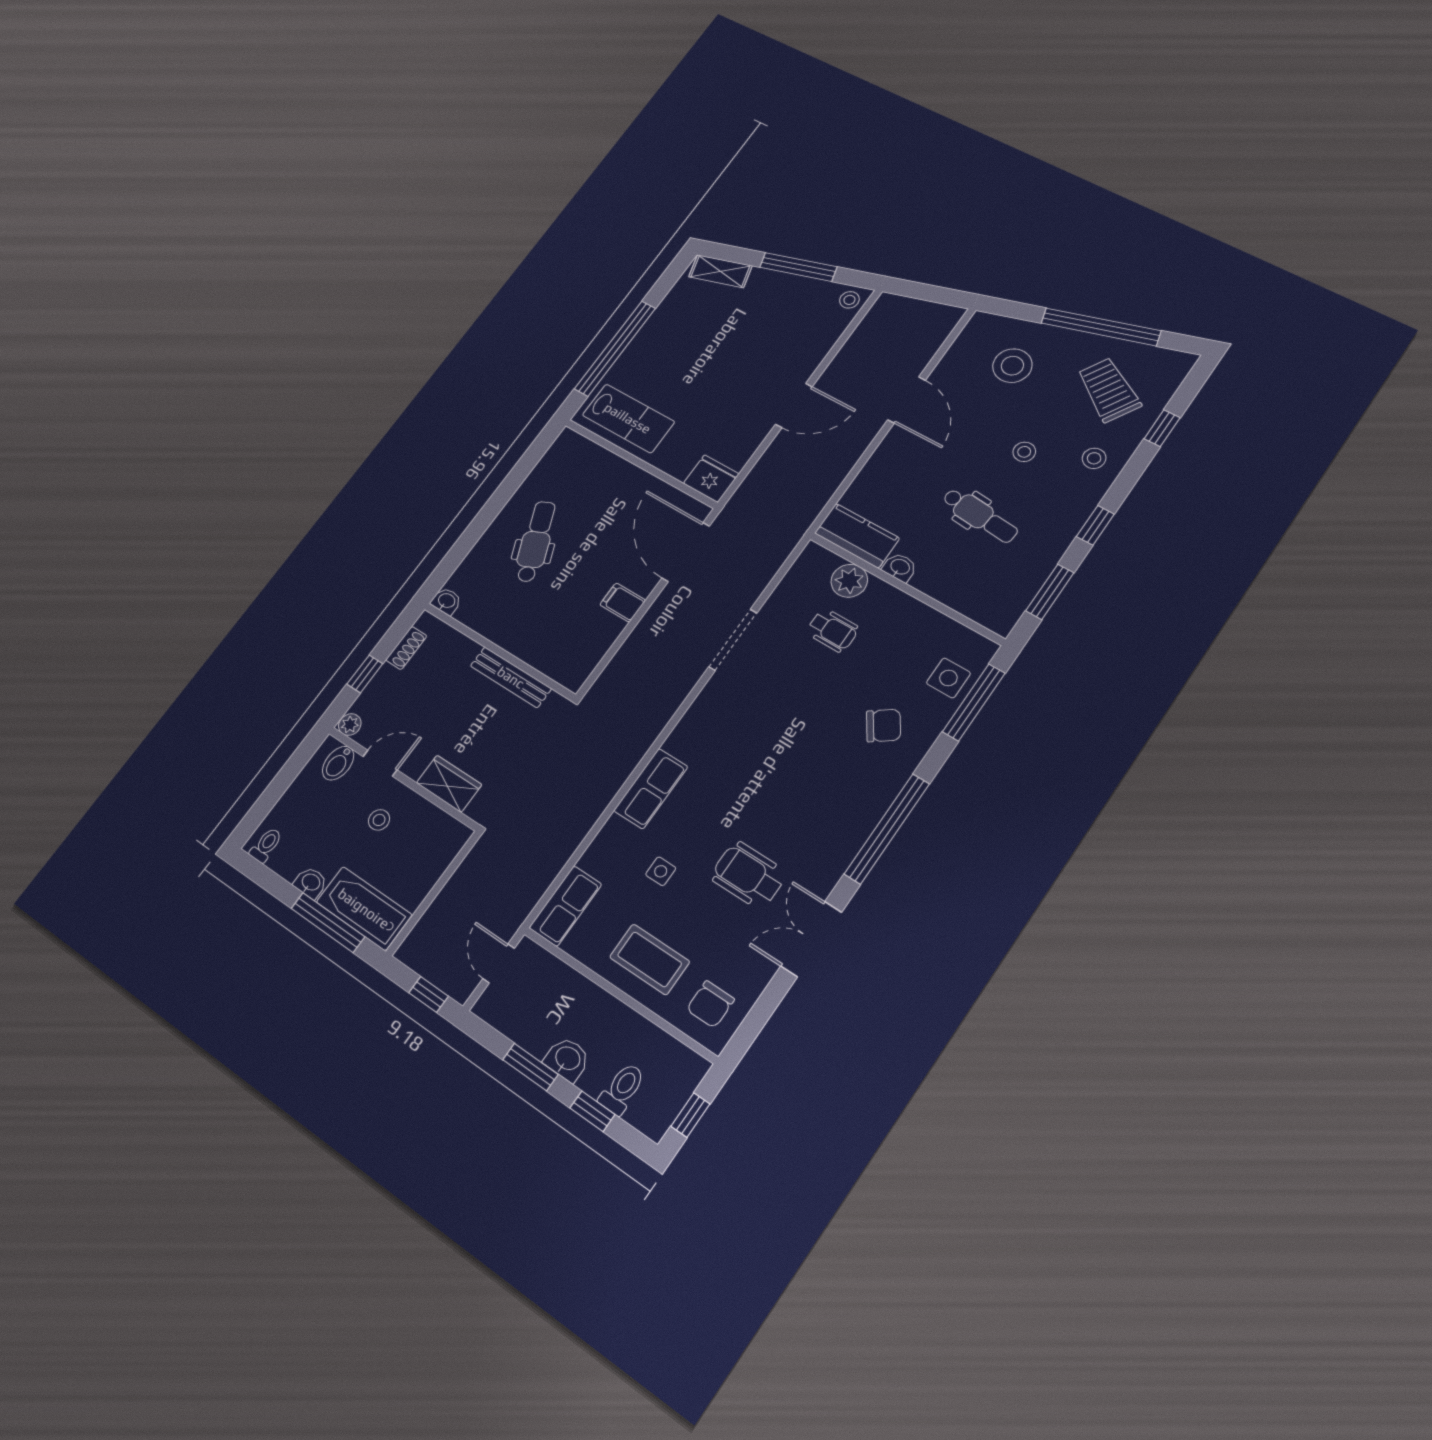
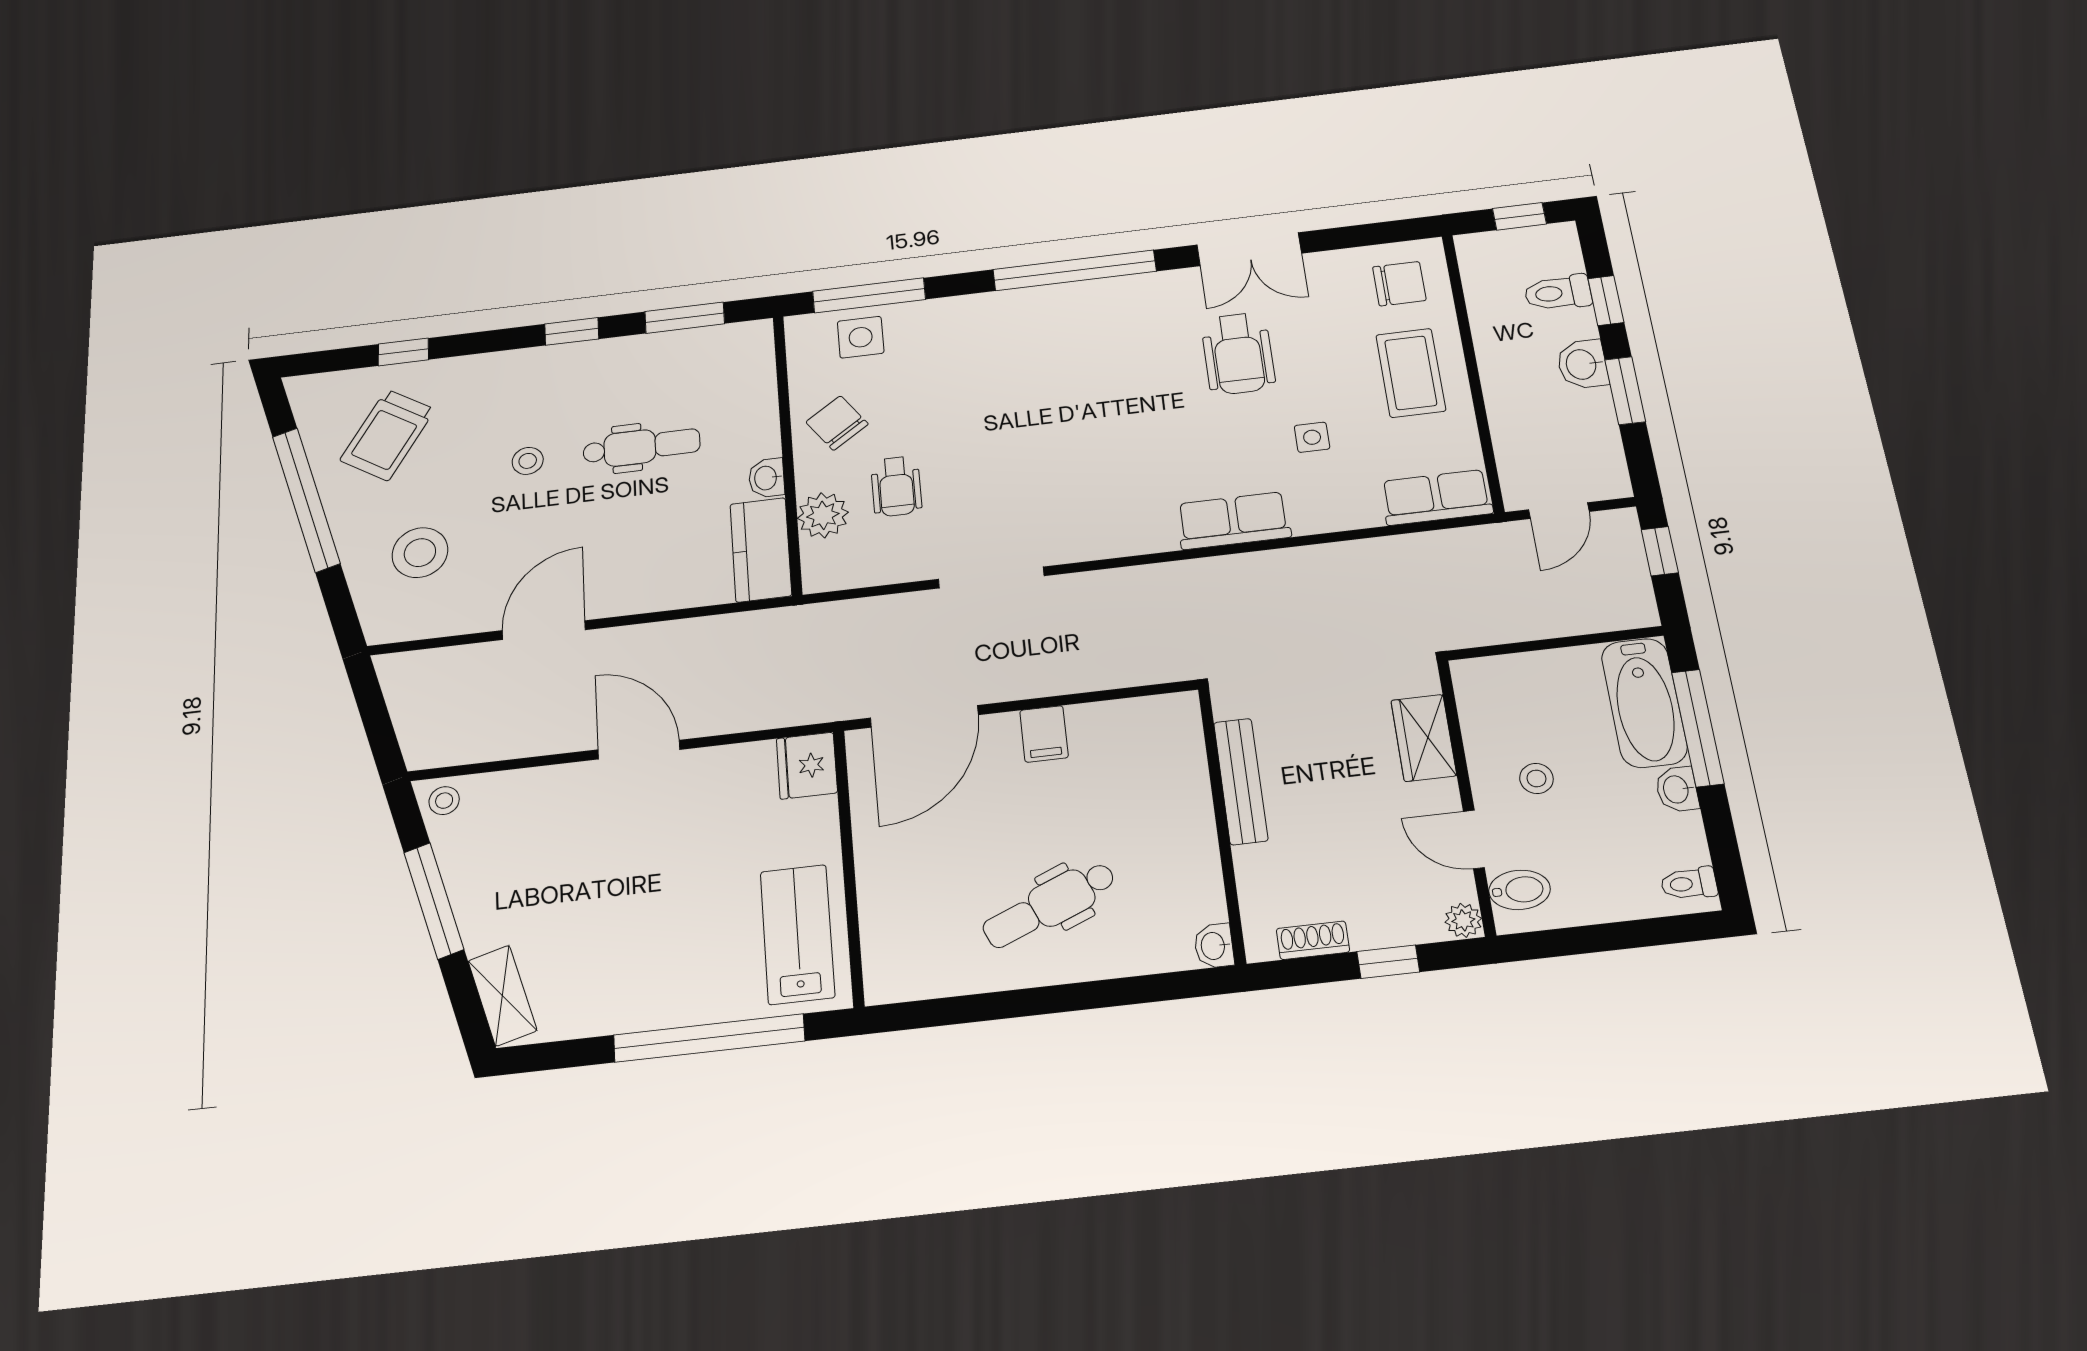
stool: (1094, 458) -> (488, 389), removed
dental chair: (980, 516) -> (641, 447), turned 85
wheelchair: (832, 630) -> (896, 487), turned 180
chair: (883, 726) -> (837, 423), moved

